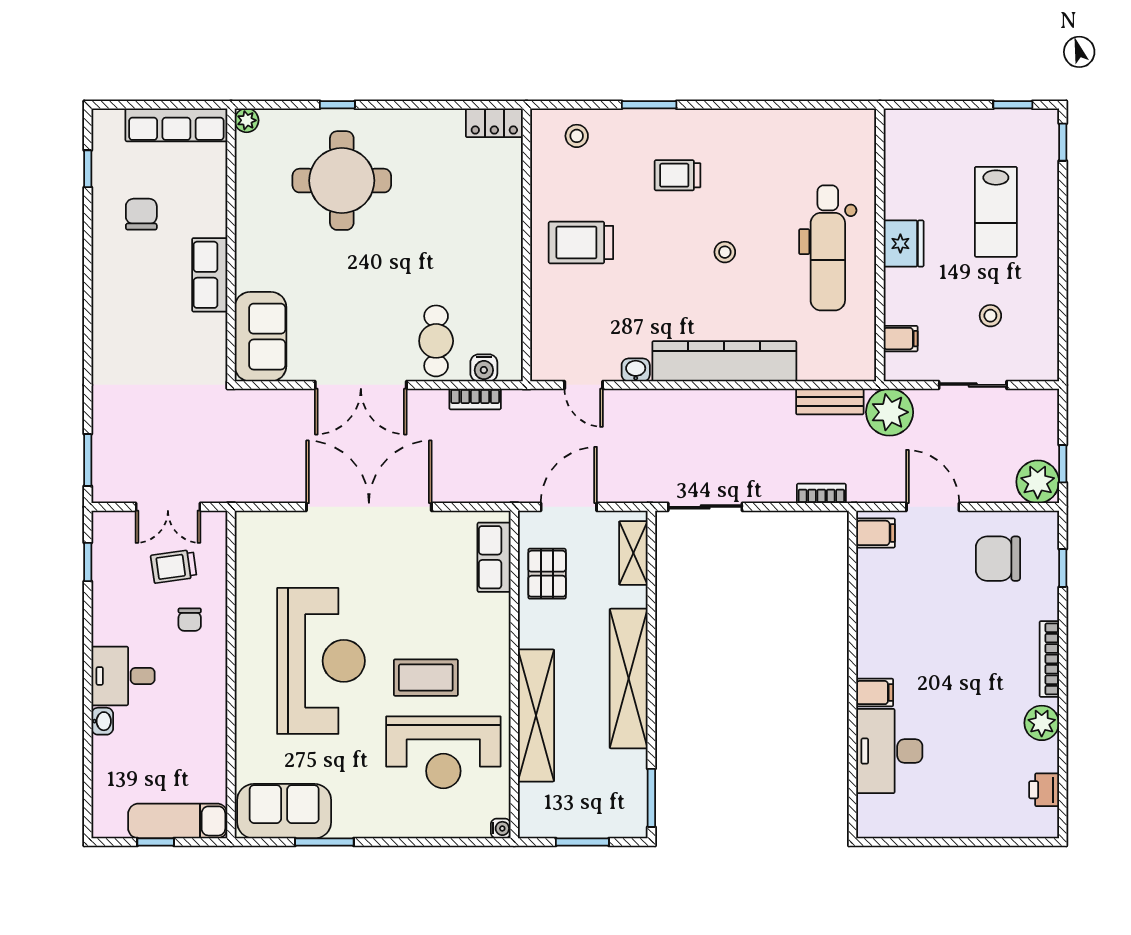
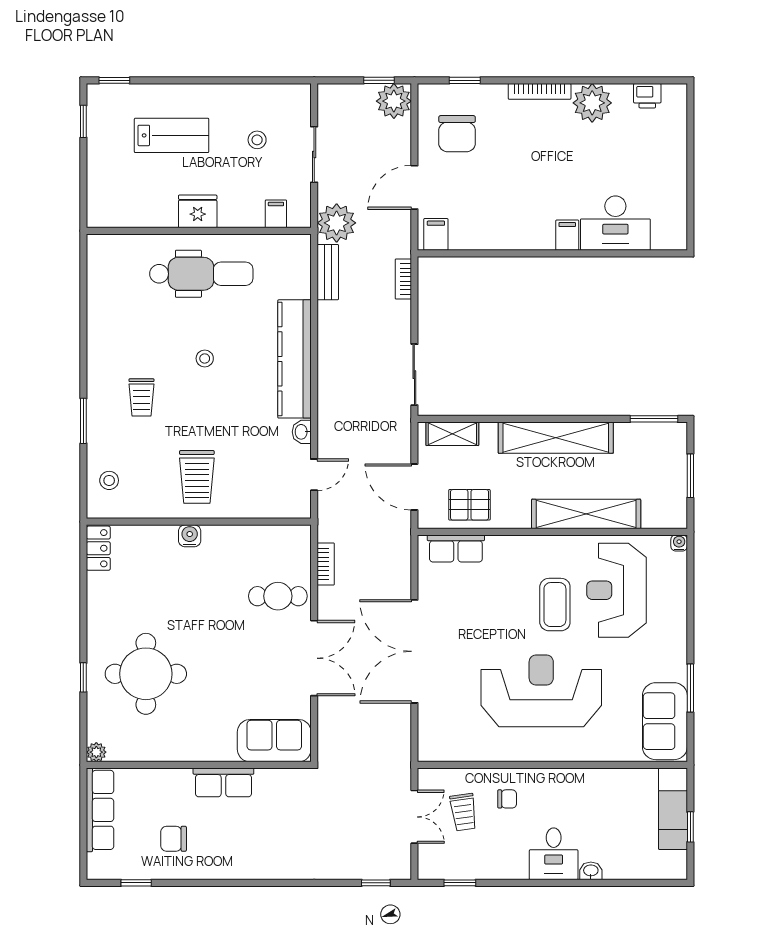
water cooler: (484, 368) -> (190, 536), moved, turned -90
window: (88, 460) -> (376, 883), width x0.67
plant: (1042, 723) -> (592, 103), width x1.36, depth x1.36
reception desk: (443, 752) -> (616, 590), turned 180

